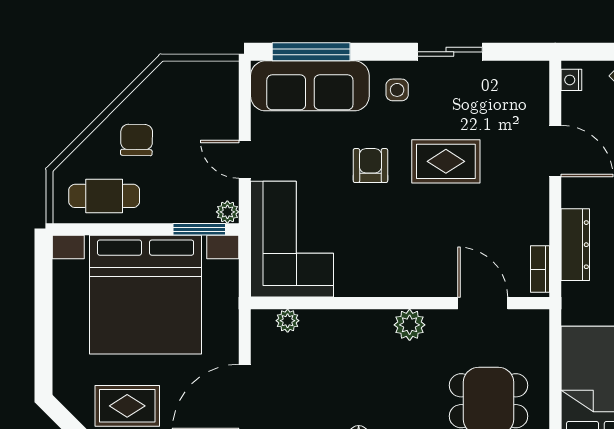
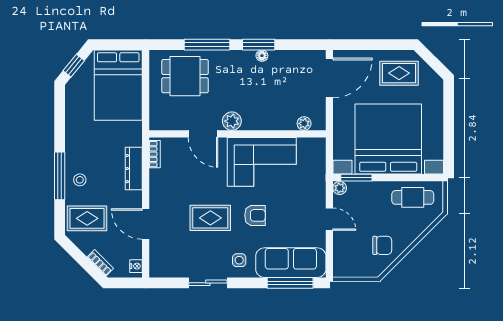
chair: (137, 140) -> (382, 245), moved, turned -91
armchair: (370, 166) -> (255, 215), turned -90
corner sofa: (292, 239) -> (262, 162), moved, turned -90
door: (483, 303) -> (203, 134), moved

